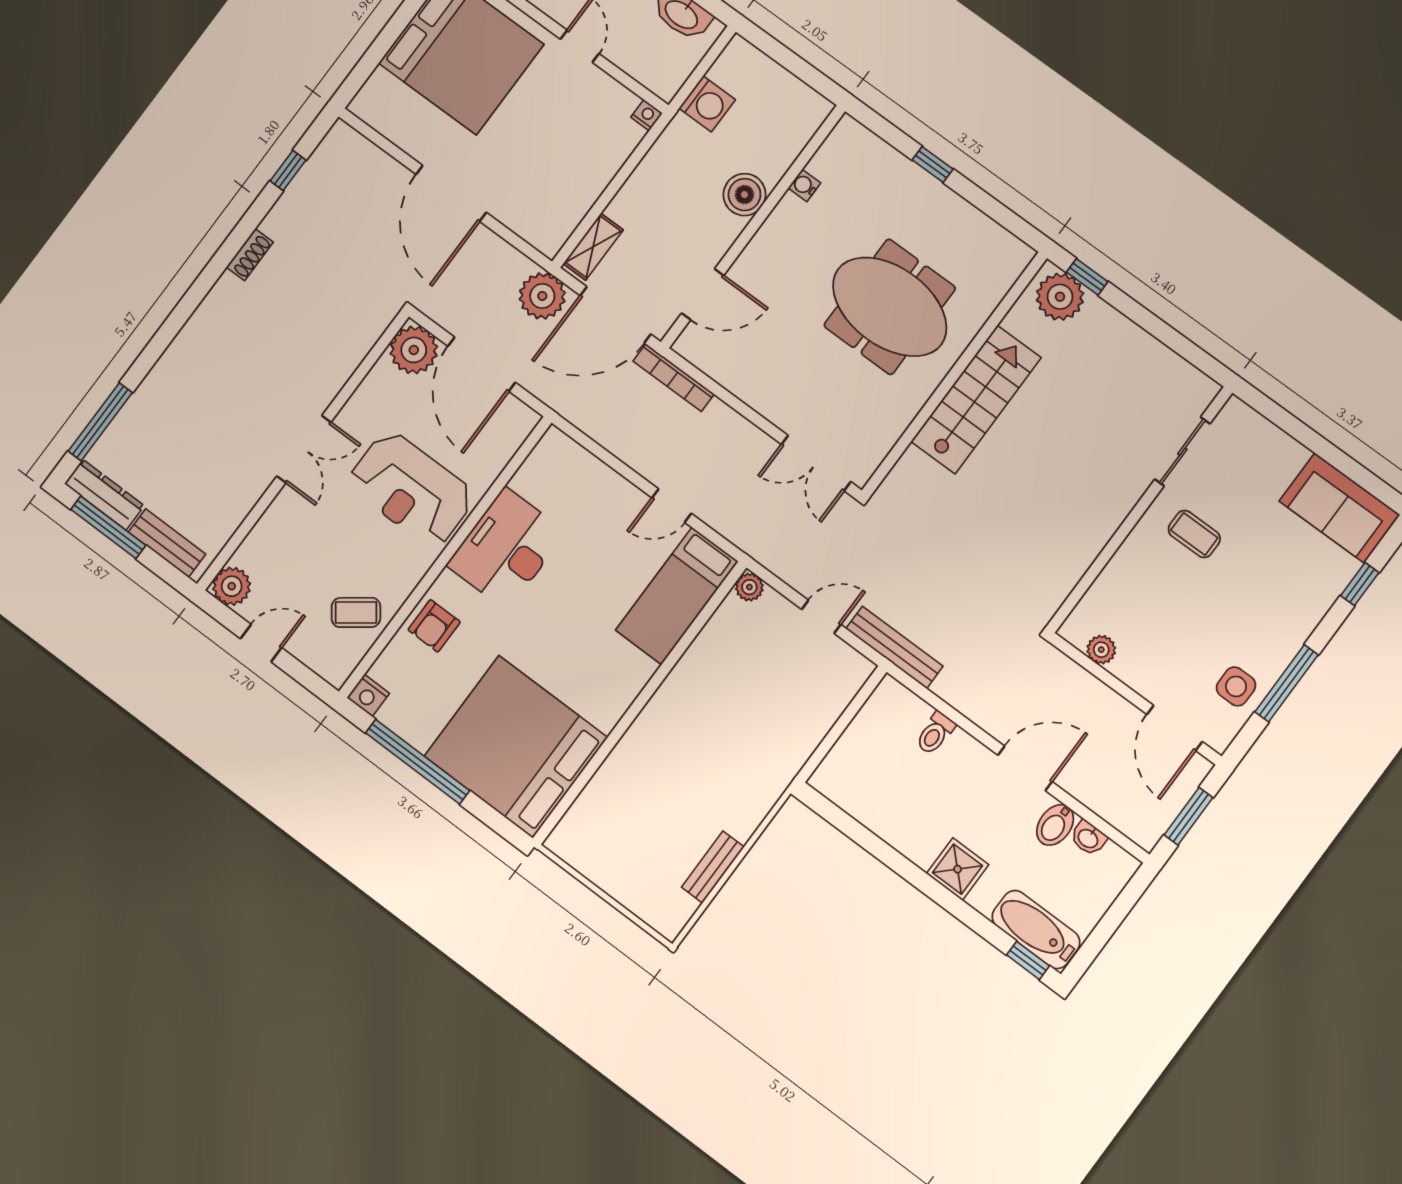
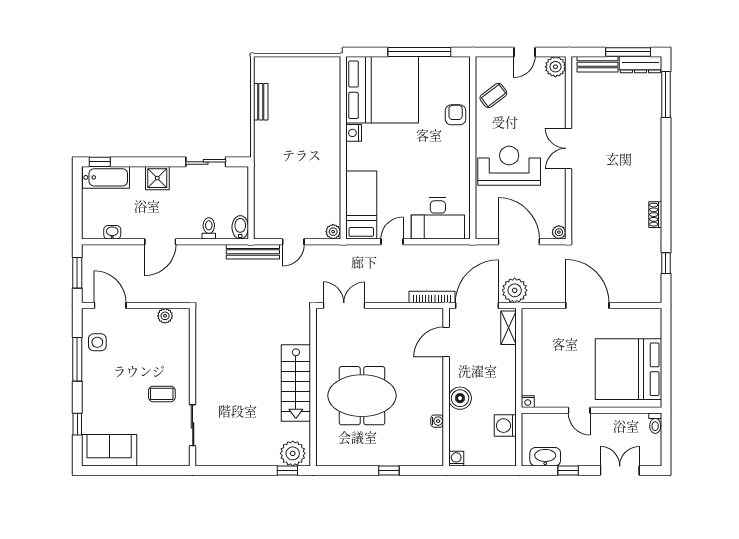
washing machine: (818, 108) -> (456, 459), added
plant: (414, 350) -> (559, 232), width x0.53, depth x0.53
desk: (506, 549) -> (438, 218), moved, turned 90
nightstand: (368, 695) -> (354, 133), moved, turned -90
bidet: (1055, 825) -> (240, 227), moved
sliding door: (865, 838) -> (206, 162), added

